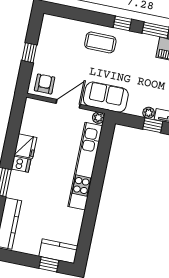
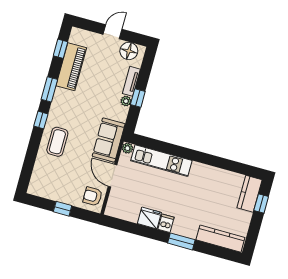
kitchen unit: (85, 166) -> (161, 161), width x0.73

